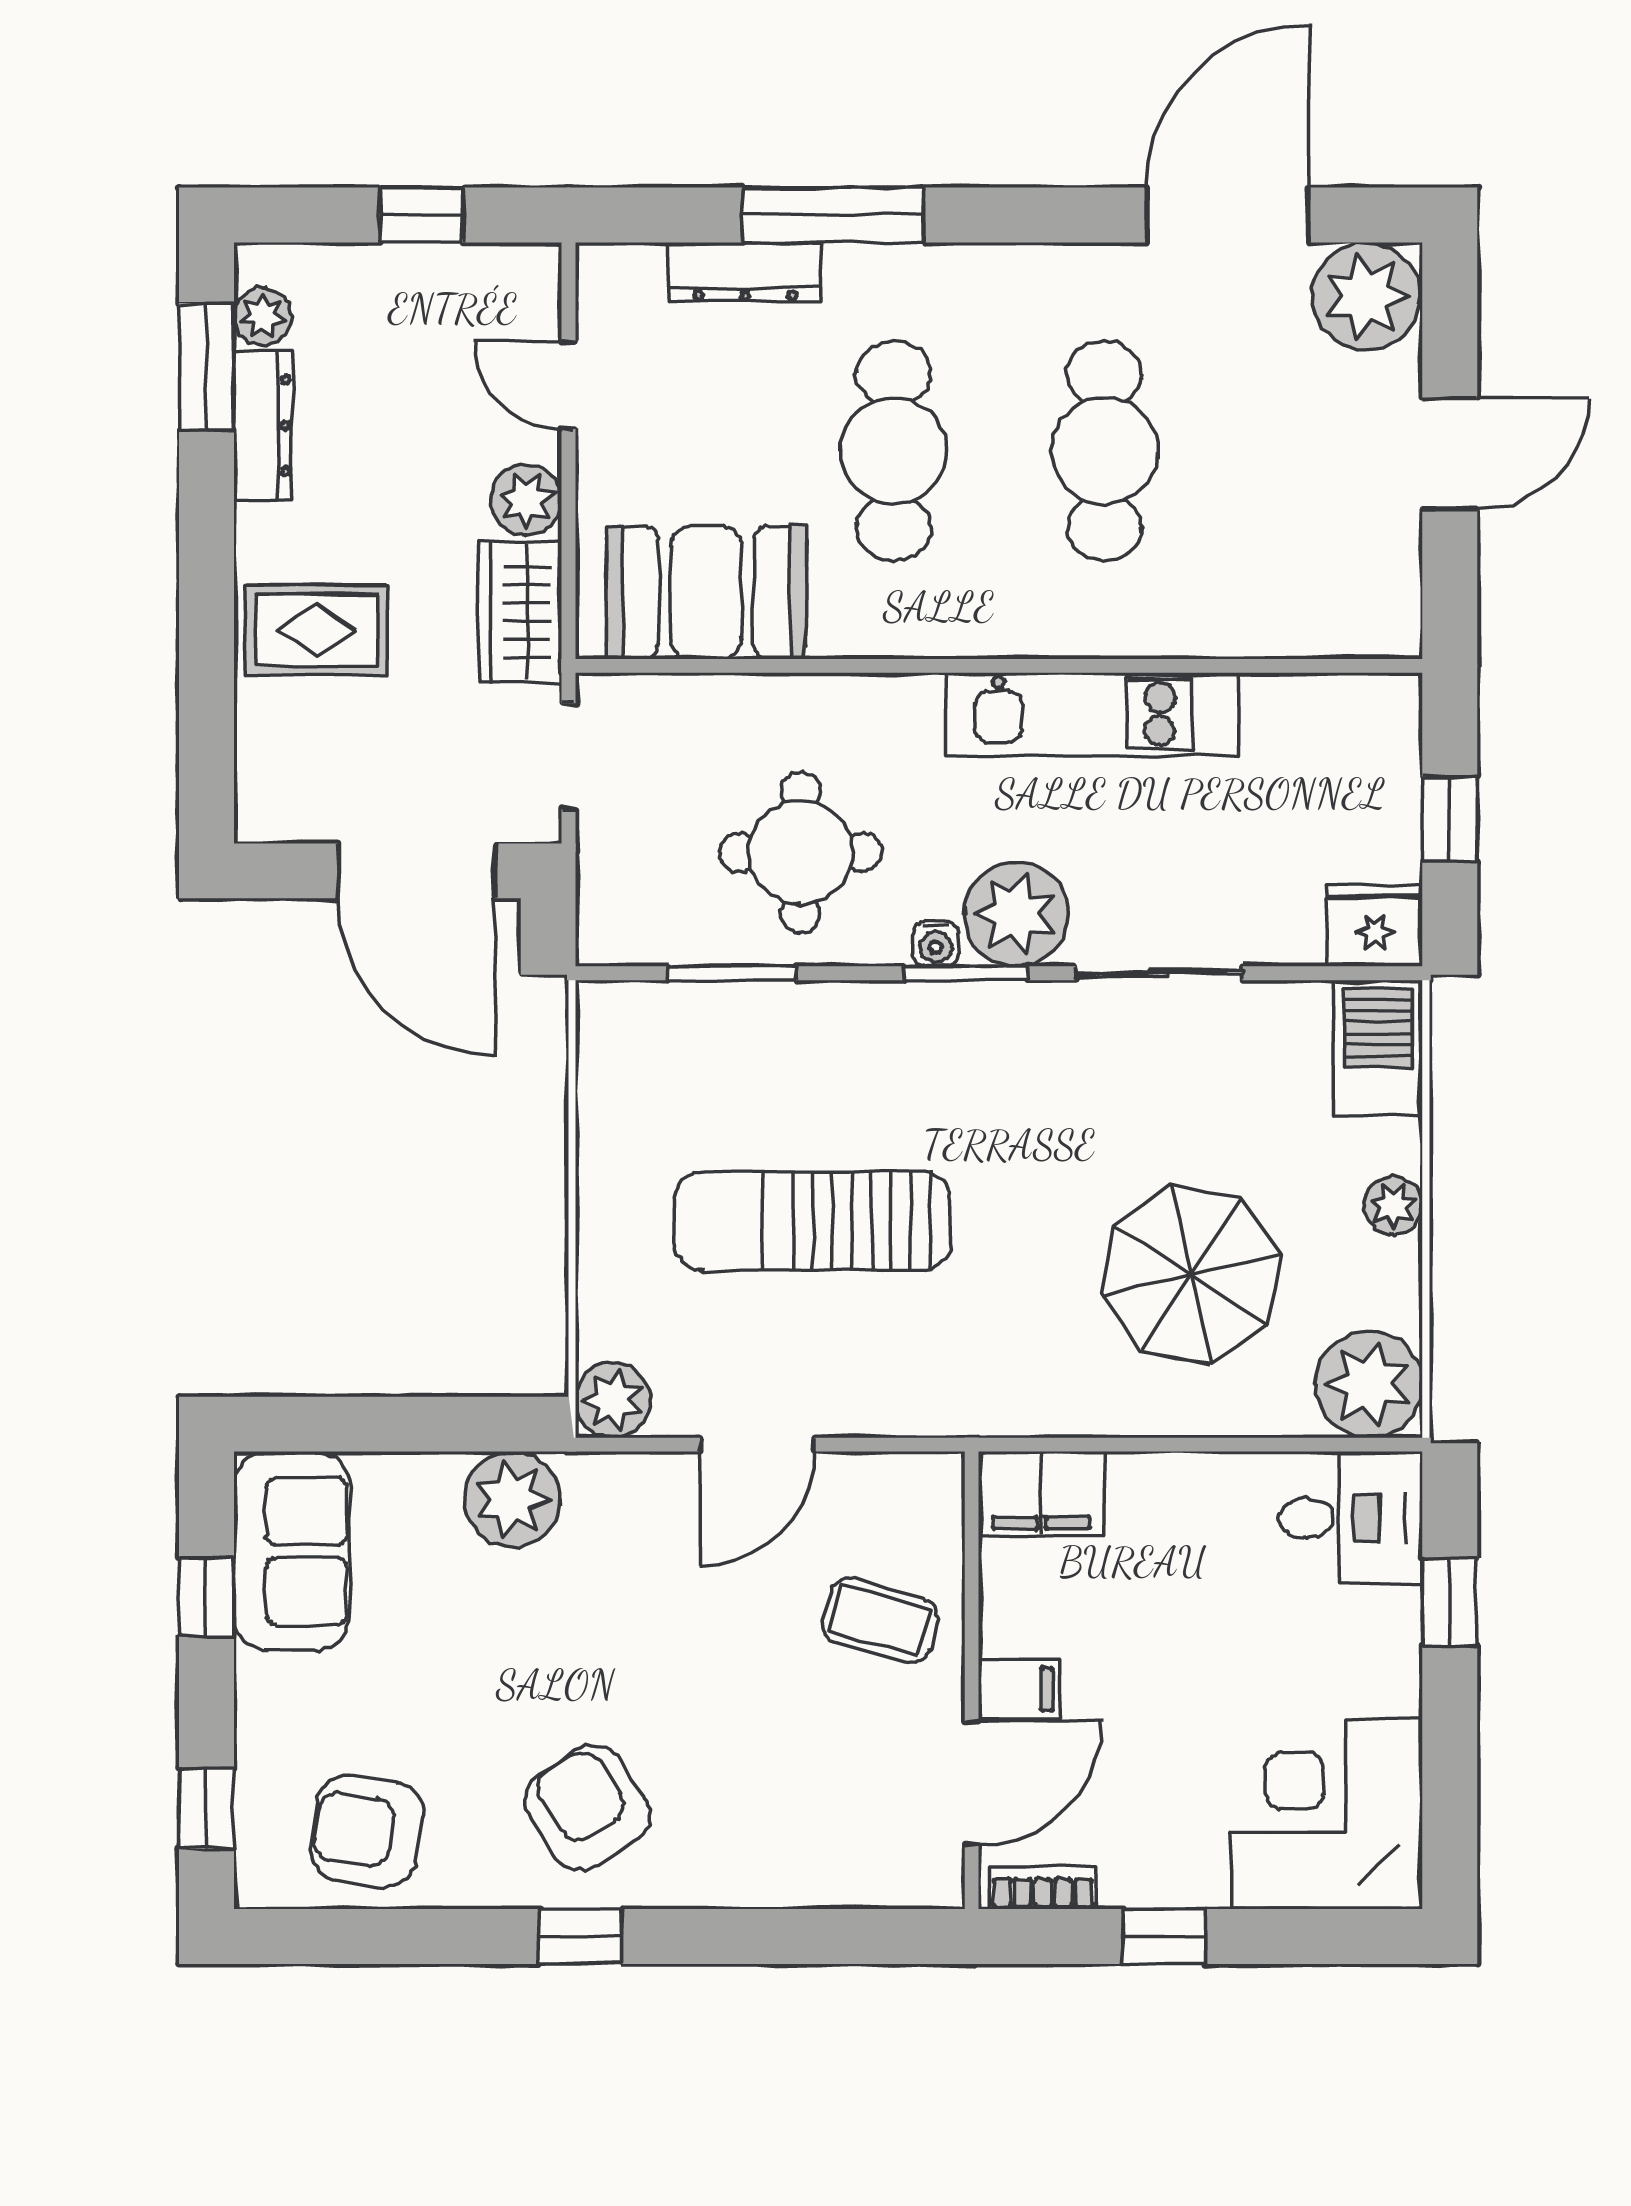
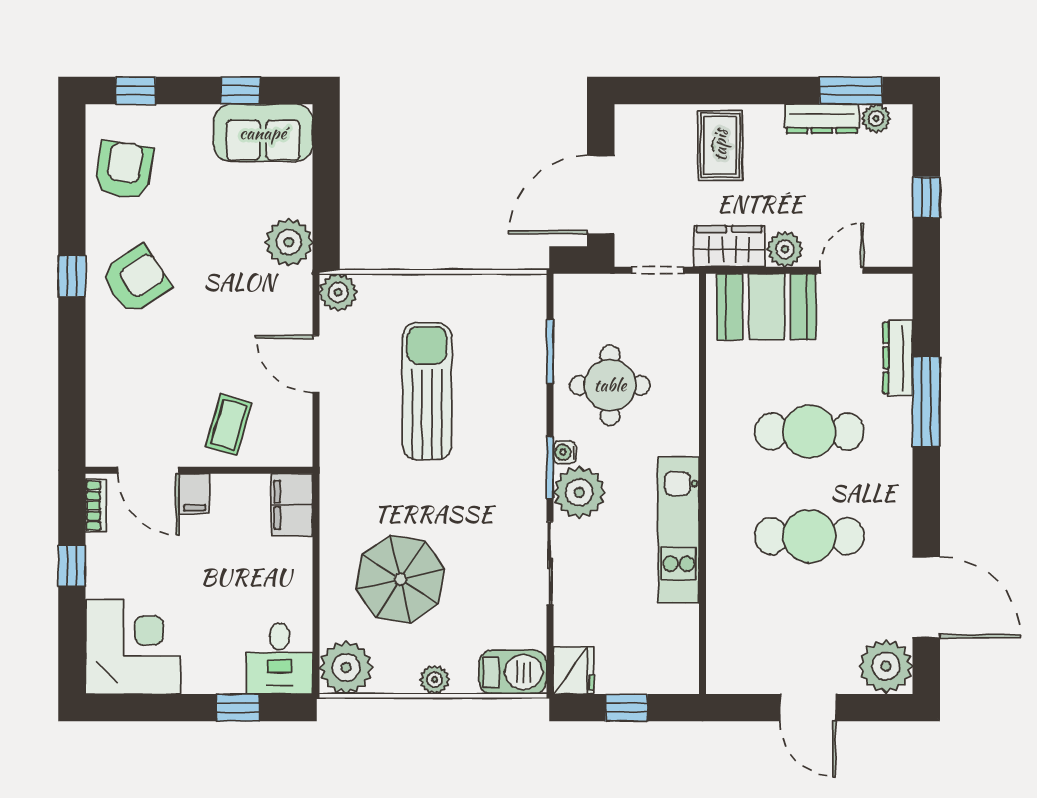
booth: (706, 592) -> (767, 307), moved, turned 90

